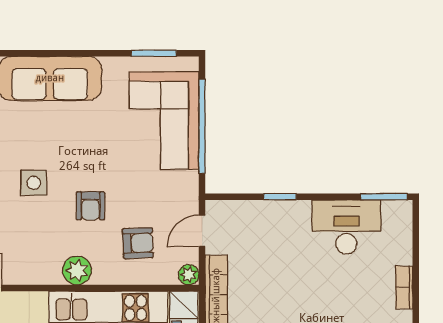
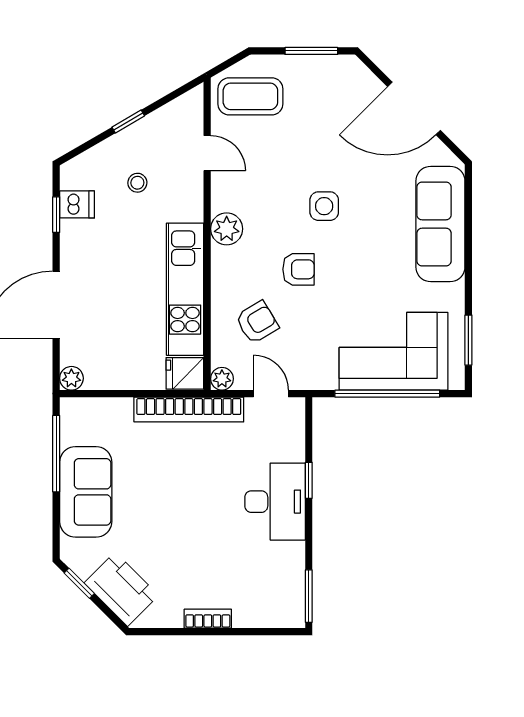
armchair: (90, 206) -> (299, 269), turned 180
desk: (346, 227) -> (275, 502), moved
armchair: (138, 243) -> (257, 322), turned -119
plant: (77, 270) -> (227, 229), moved

